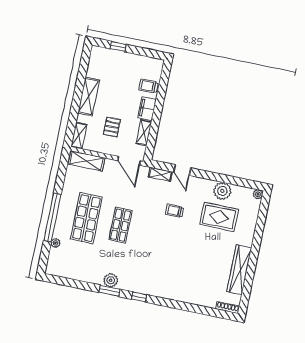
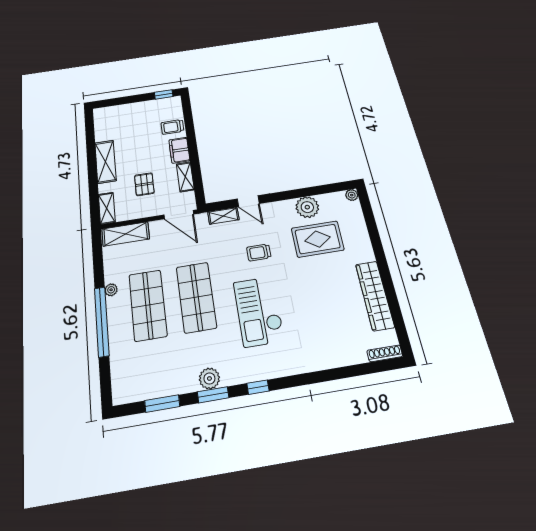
window: (118, 47) -> (164, 94), moved
shop shelf: (121, 225) -> (196, 297), width x1.43, depth x1.36
plant: (55, 243) -> (111, 290), moved
checkout: (158, 250) -> (259, 311), added
window: (76, 284) -> (162, 404), added

